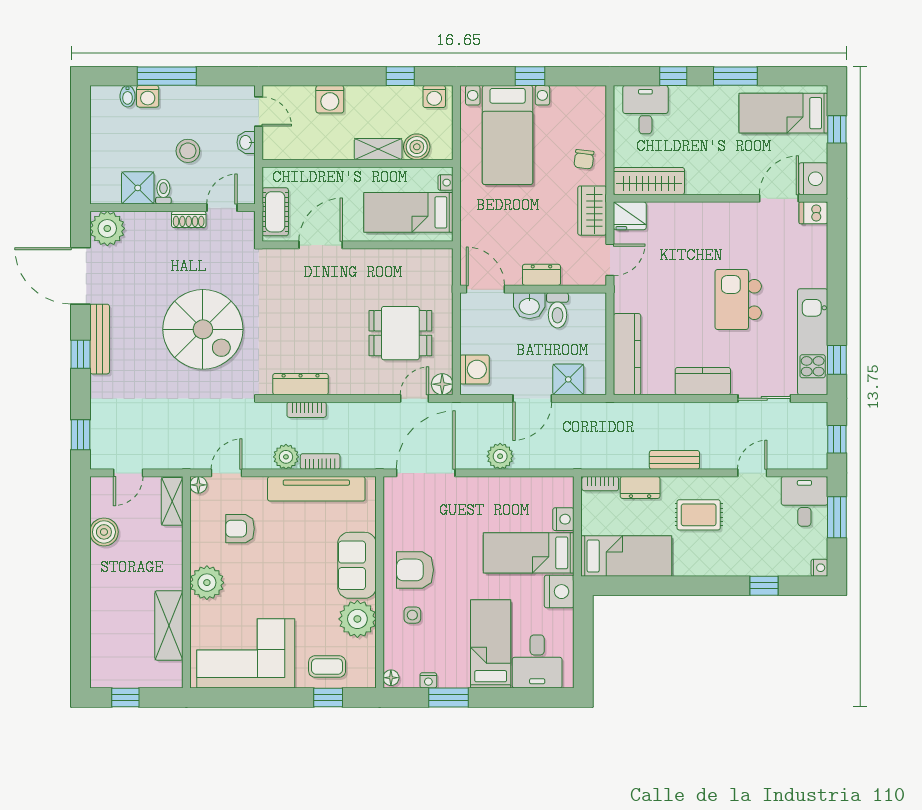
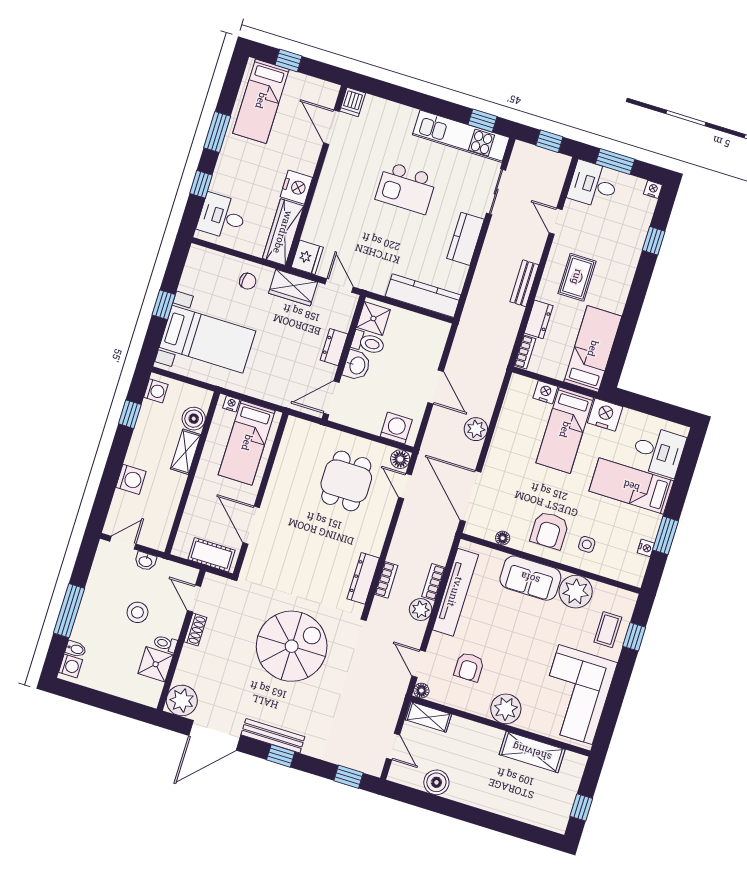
washing machine: (148, 96) -> (71, 666), moved
nightstand: (813, 179) -> (296, 187), moved, turned 90
shower: (568, 379) -> (373, 319), moved
floor lamp: (391, 678) -> (503, 538), moved

